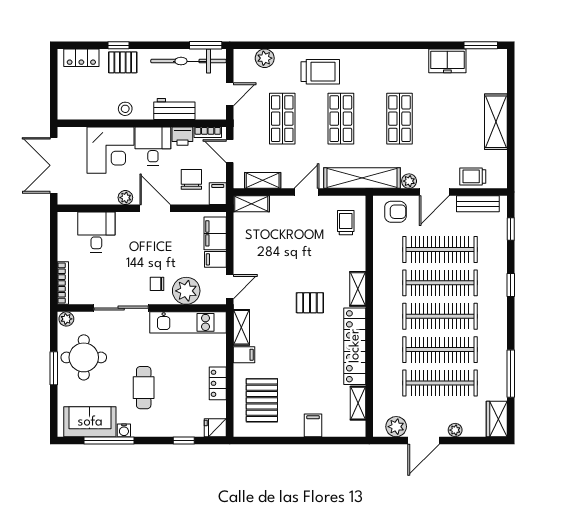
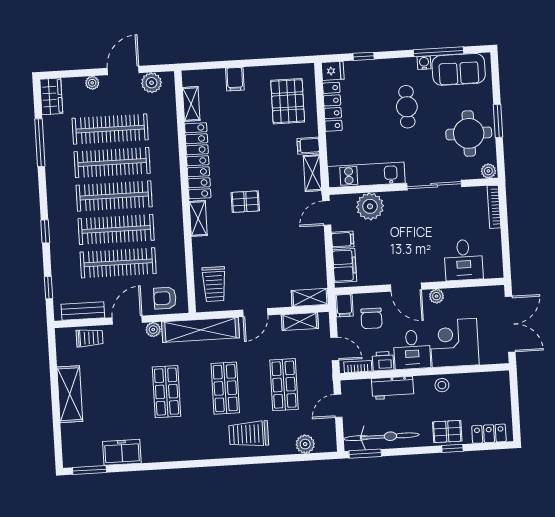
trolley: (346, 223) -> (214, 284), width x1.36, depth x1.39
chair: (157, 284) -> (400, 211), removed
locker: (218, 383) -> (332, 107), width x1.53

